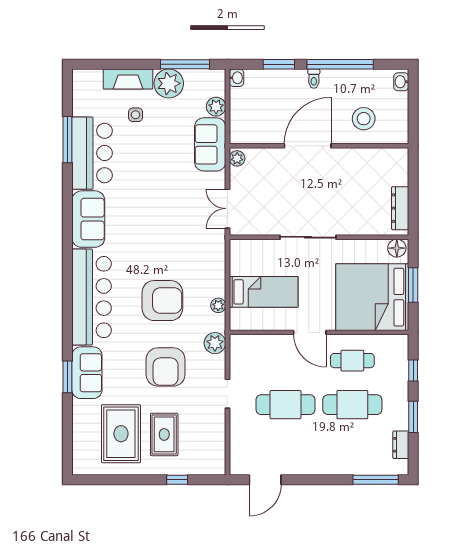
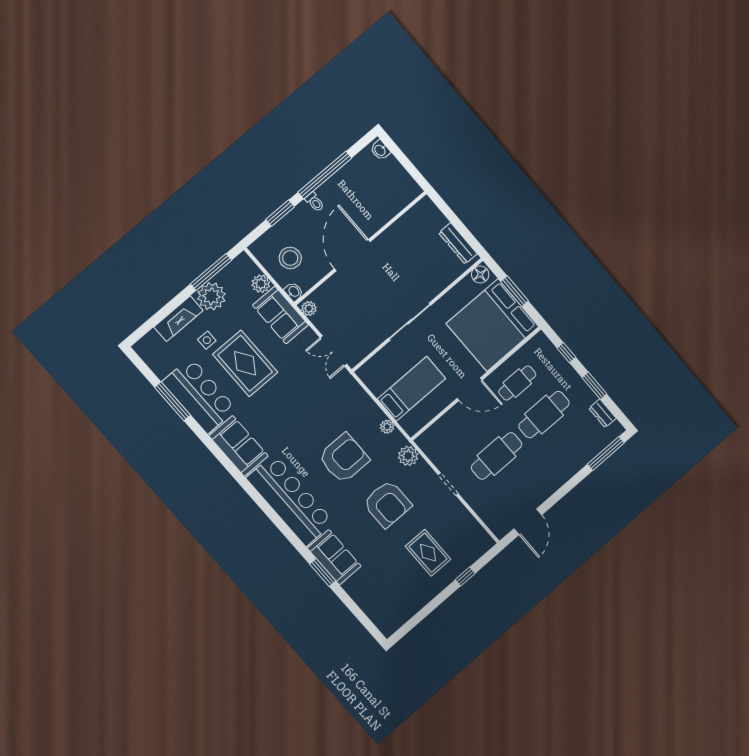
washbasin: (236, 78) -> (294, 292), moved
stool: (364, 119) -> (290, 258), moved
rug: (121, 434) -> (245, 363), moved

